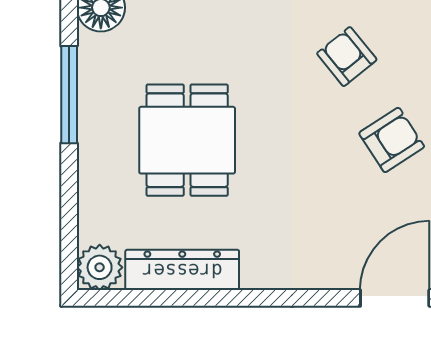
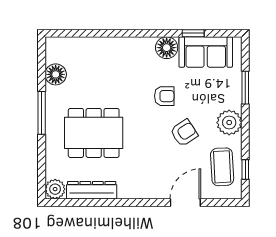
armchair: (347, 57) -> (164, 96), turned 129
dining table: (187, 140) -> (94, 133), width x1.38

